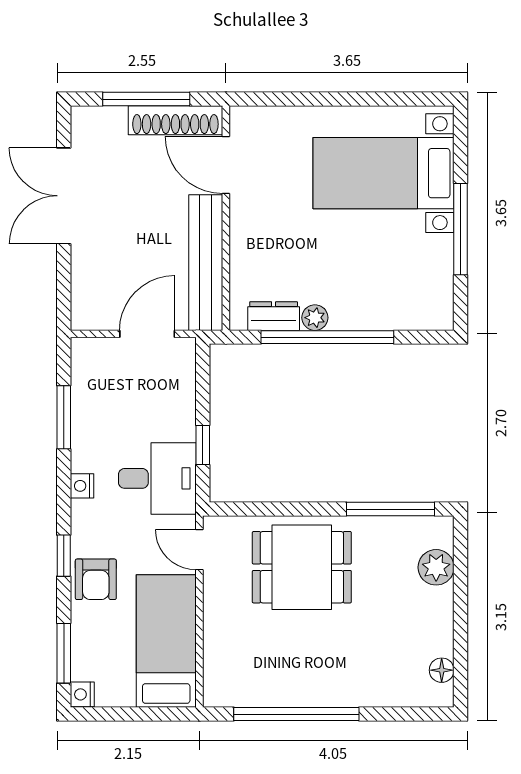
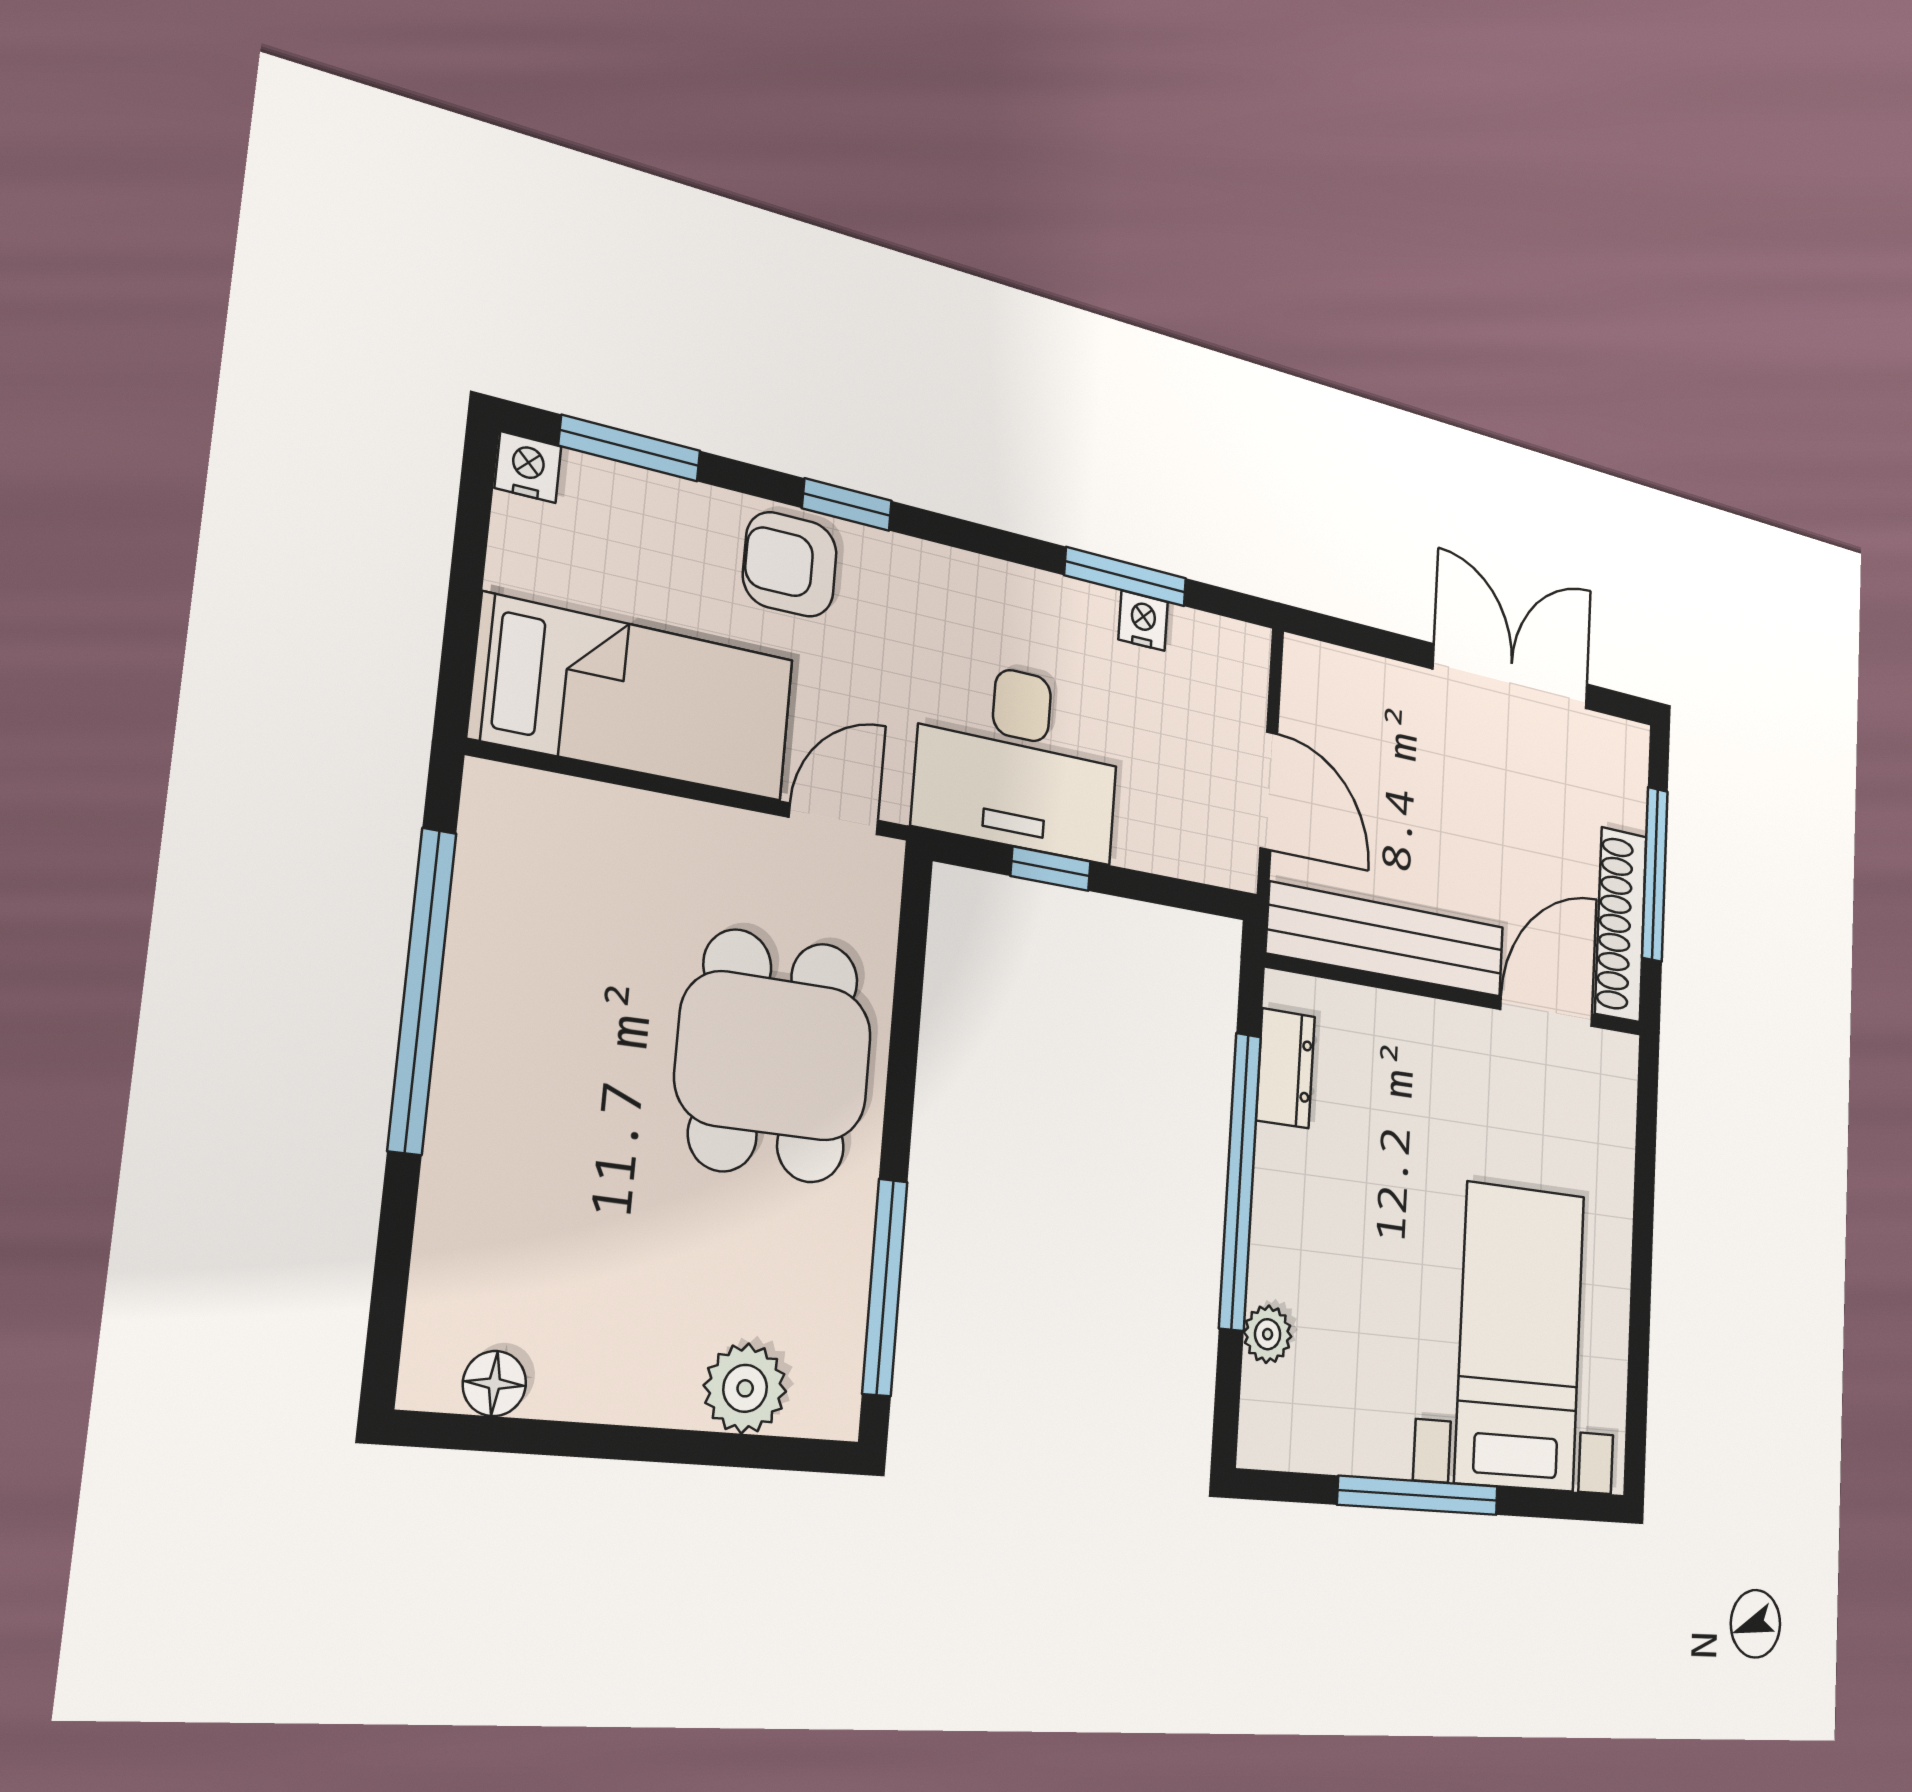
plant: (315, 318) -> (1268, 1334), moved
desk: (157, 478) -> (1018, 759), width x1.37
nightstand: (82, 486) -> (1143, 621), moved

